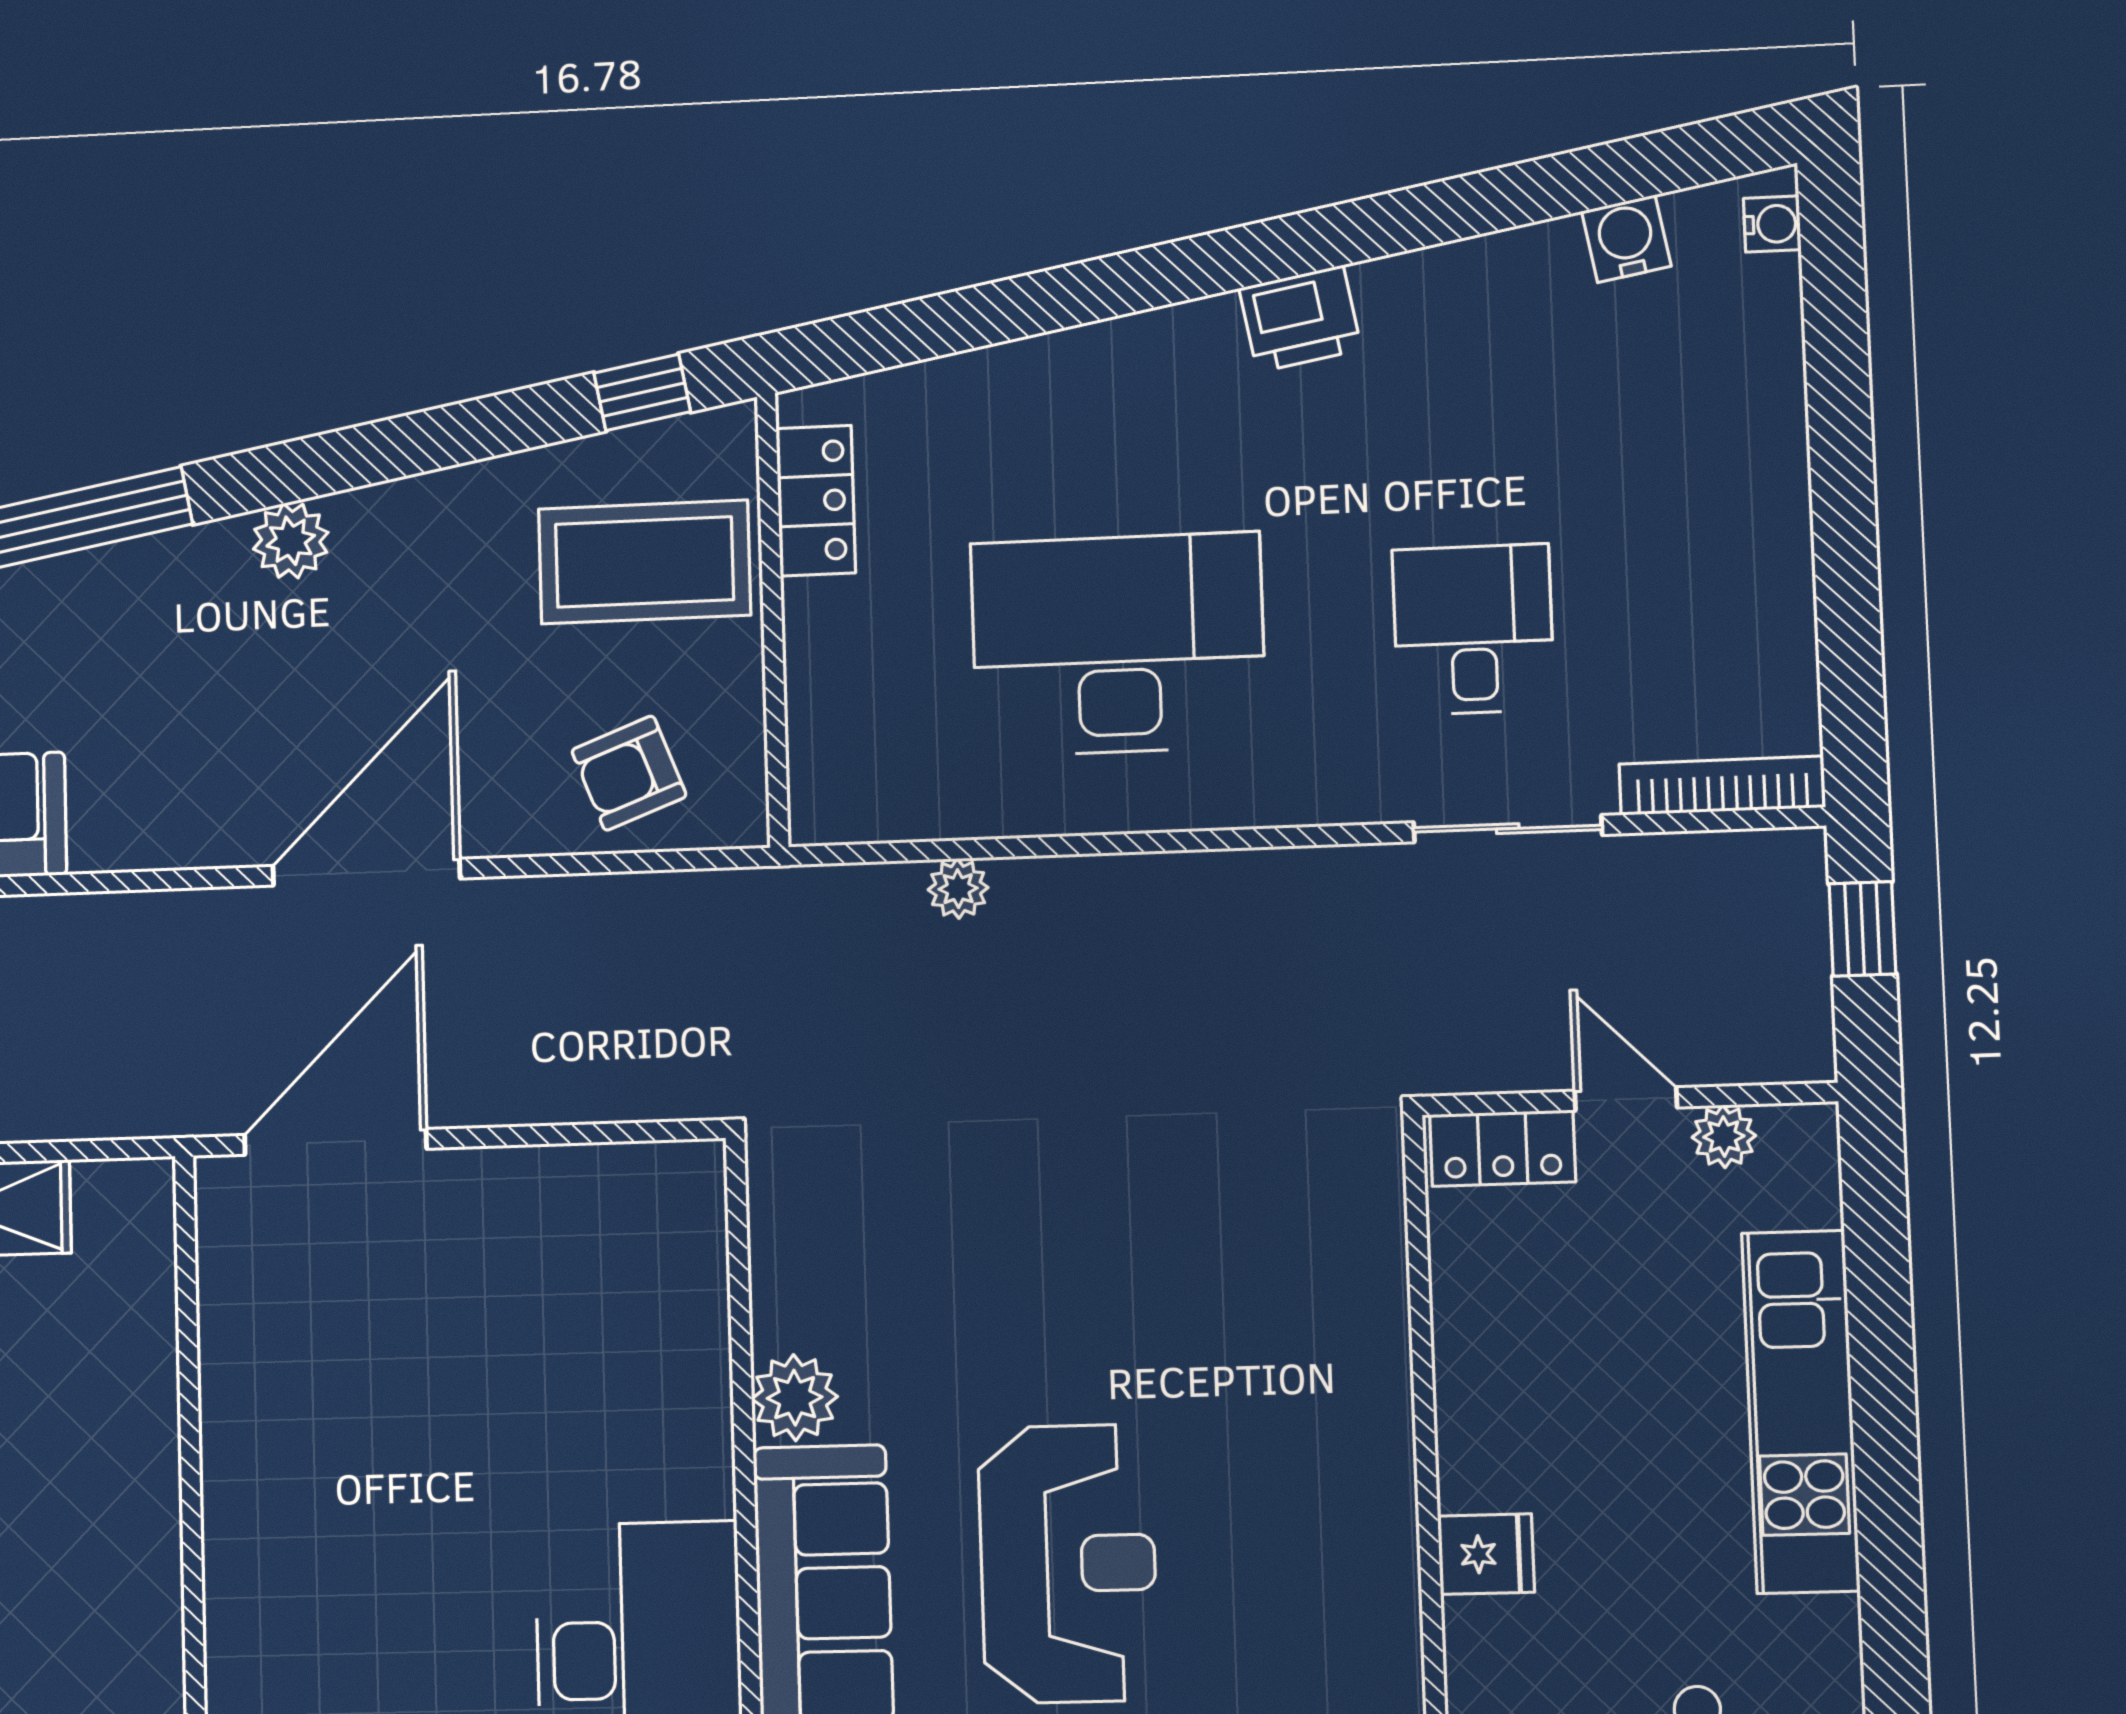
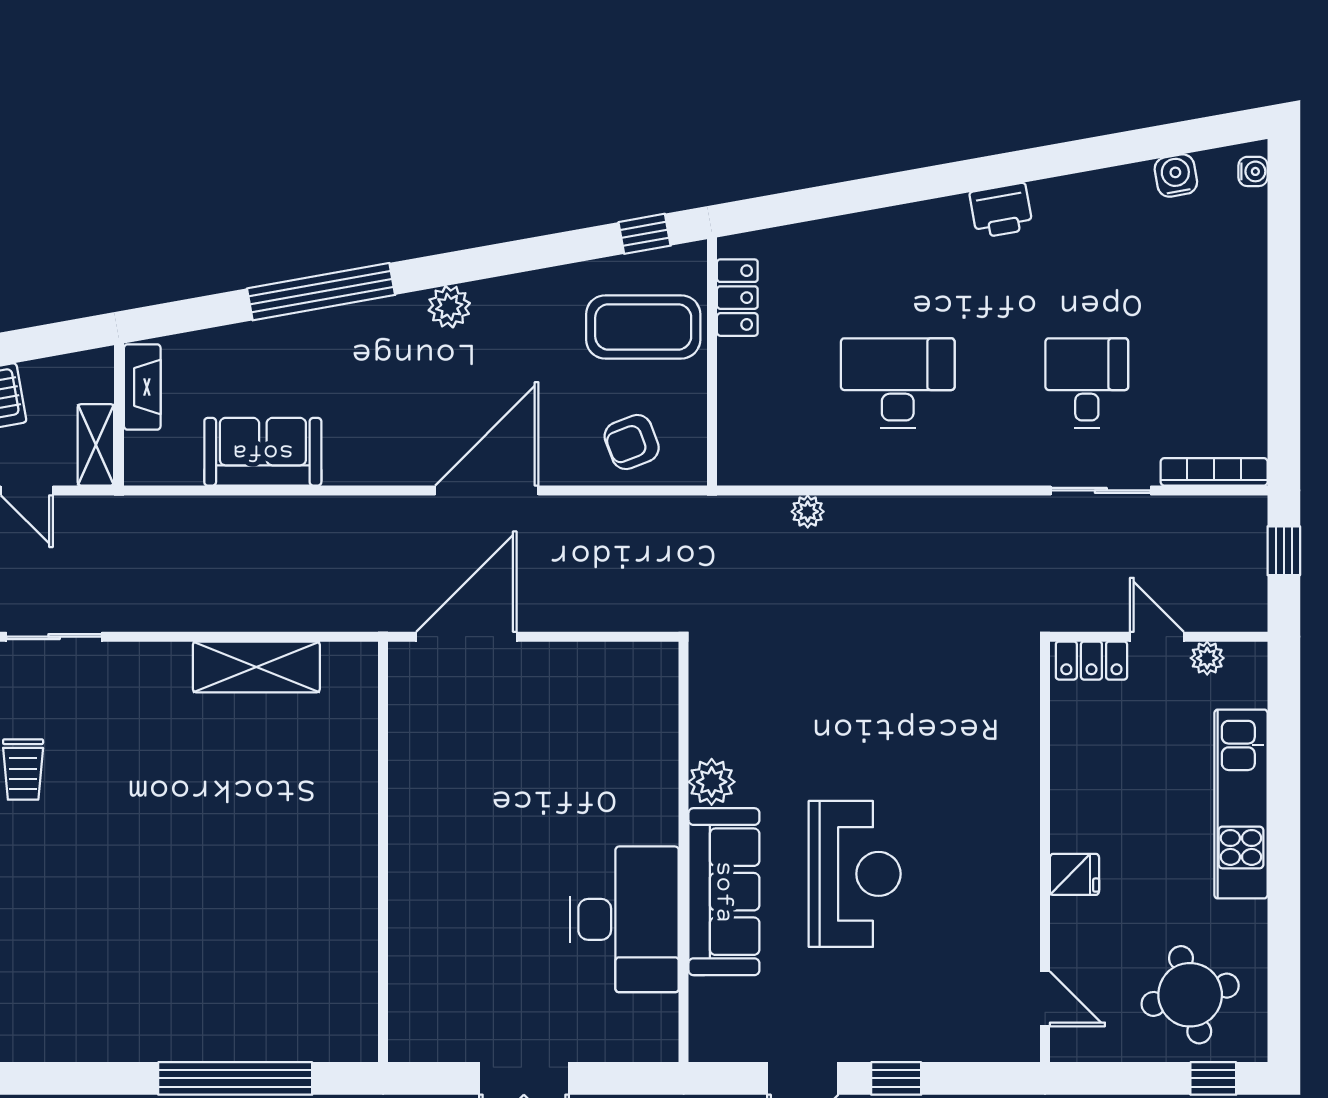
desk: (1118, 644) -> (898, 383), width x0.73, depth x0.77

